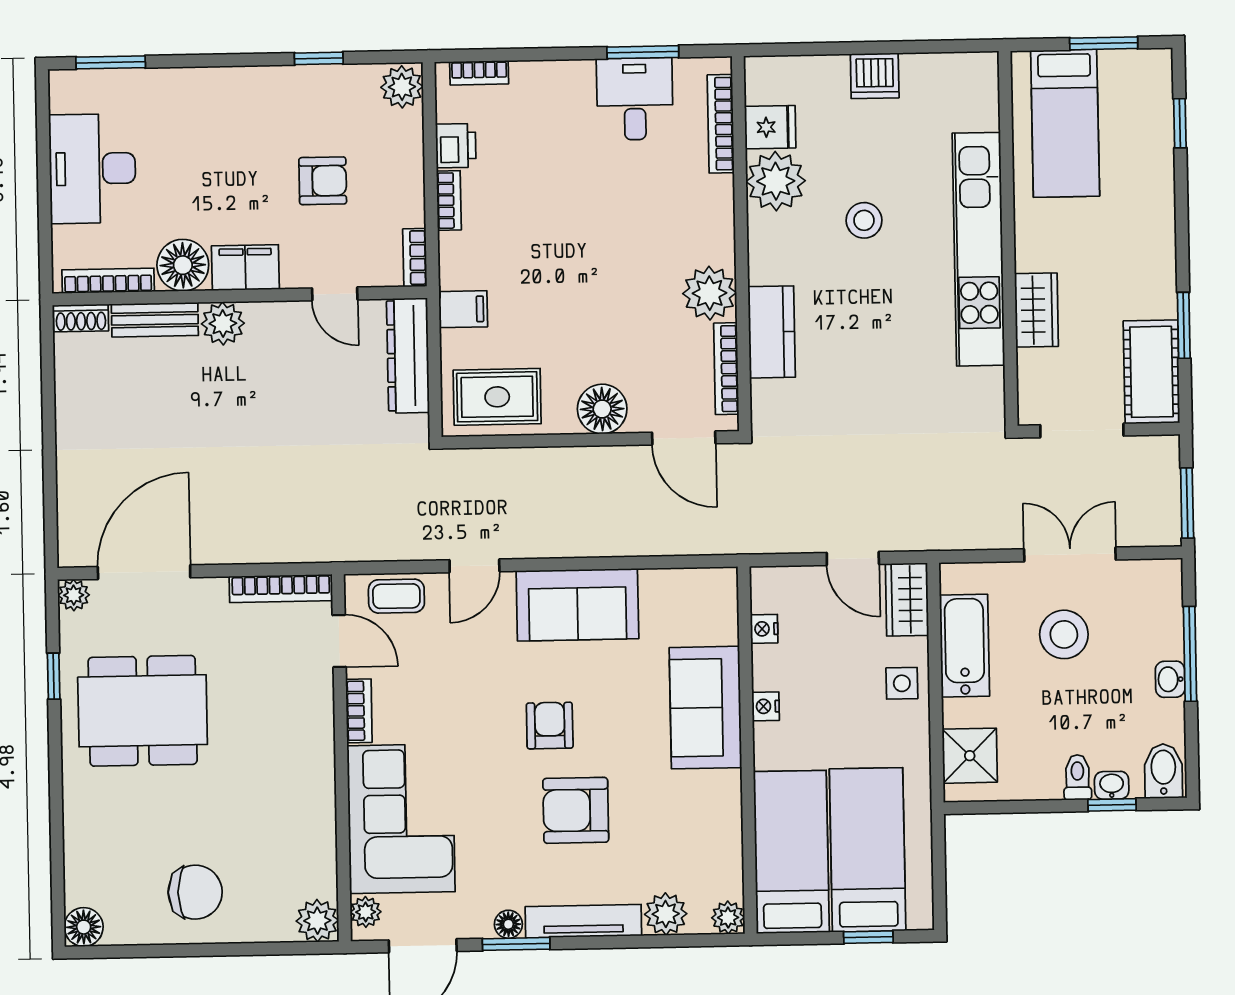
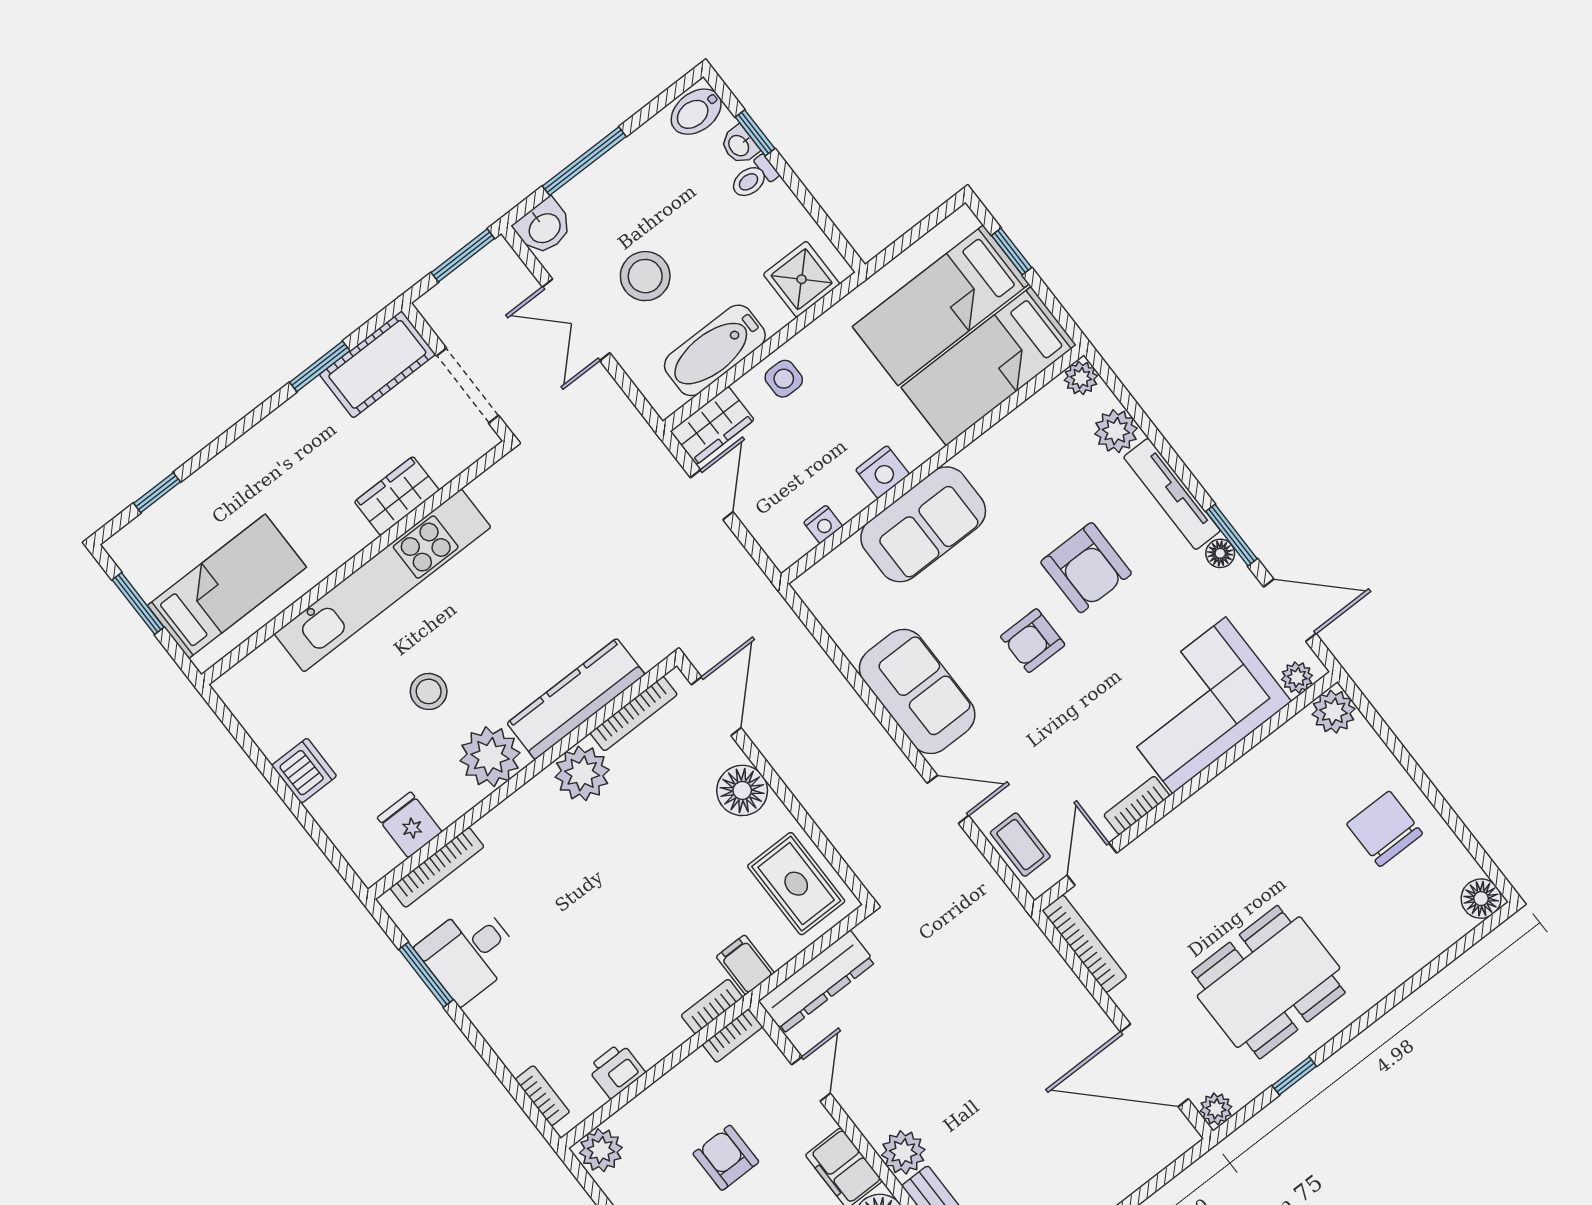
plant: (776, 181) -> (490, 757), moved
bookcase: (449, 200) -> (712, 1006), moved
kitchen counter: (772, 332) -> (576, 699), width x1.50
washbasin: (1170, 679) -> (544, 227), moved, width x1.38, depth x1.45
nightstand: (766, 706) -> (883, 472), width x1.39, depth x1.35
dining table: (143, 711) -> (1269, 982), turned 90

